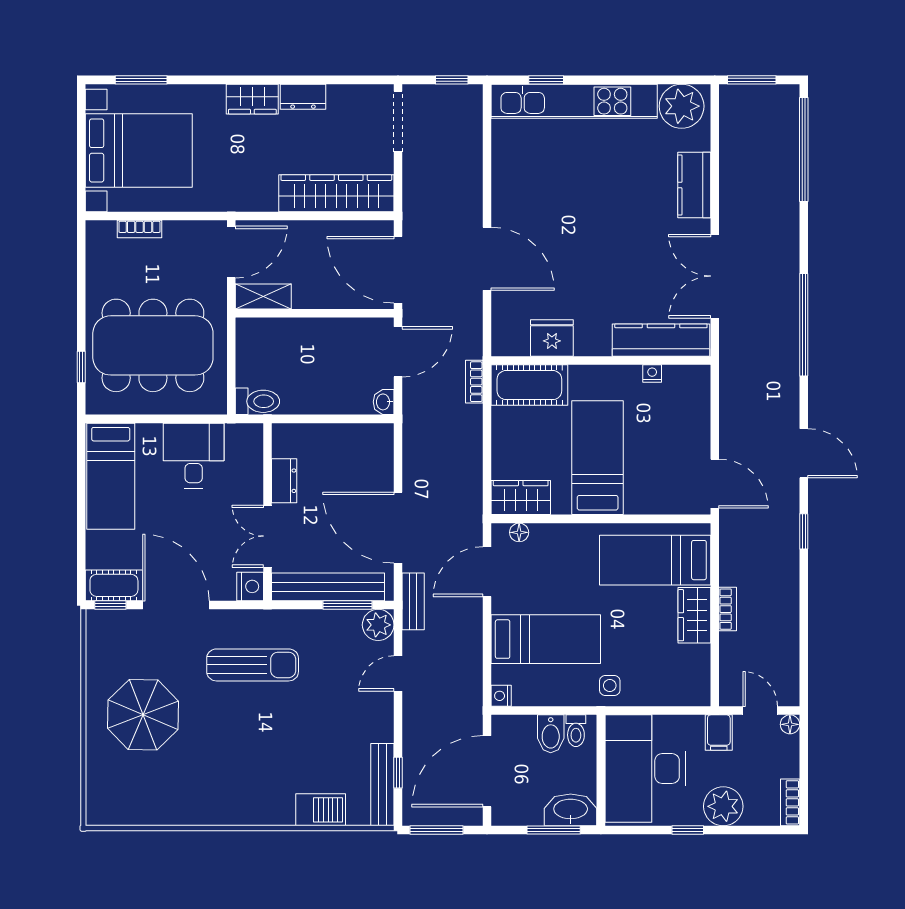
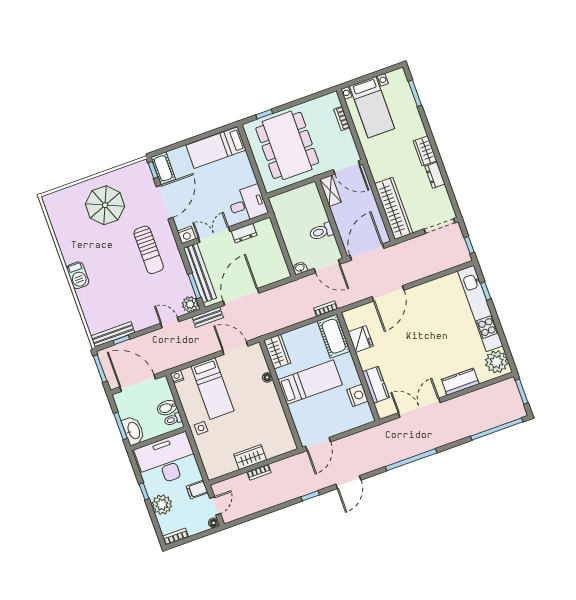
bed with nightstands: (139, 150) -> (372, 107), width x0.73
kitchen counter: (661, 340) -> (376, 385), width x0.67
nightstand: (652, 373) -> (357, 395), width x1.89, depth x1.79
toilet: (257, 401) -> (321, 231), moved, turned 90
desk: (194, 456) -> (247, 204), moved
floor lamp: (519, 532) -> (267, 377), moved
bed: (655, 560) -> (270, 428), removed
barbecue: (321, 810) -> (78, 275), moved

